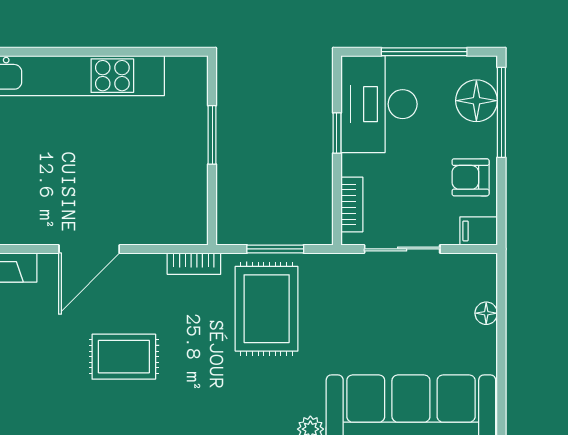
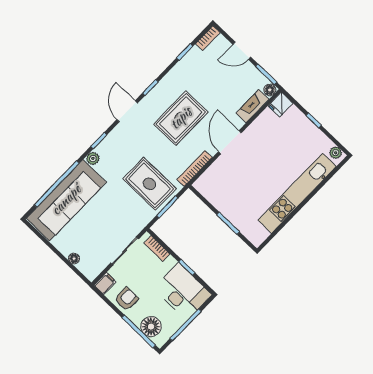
bookcase: (194, 264) -> (195, 169), width x1.56
rug: (124, 357) -> (181, 118), width x1.36, depth x1.43

